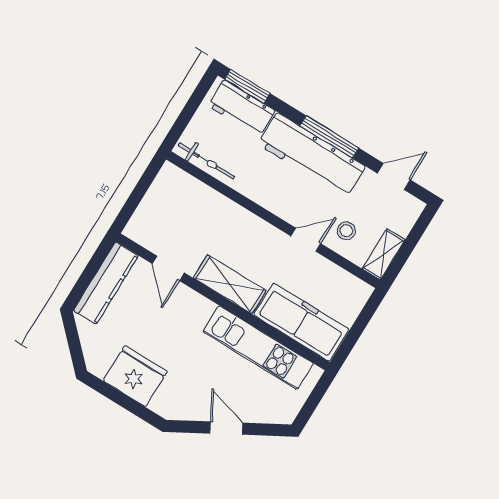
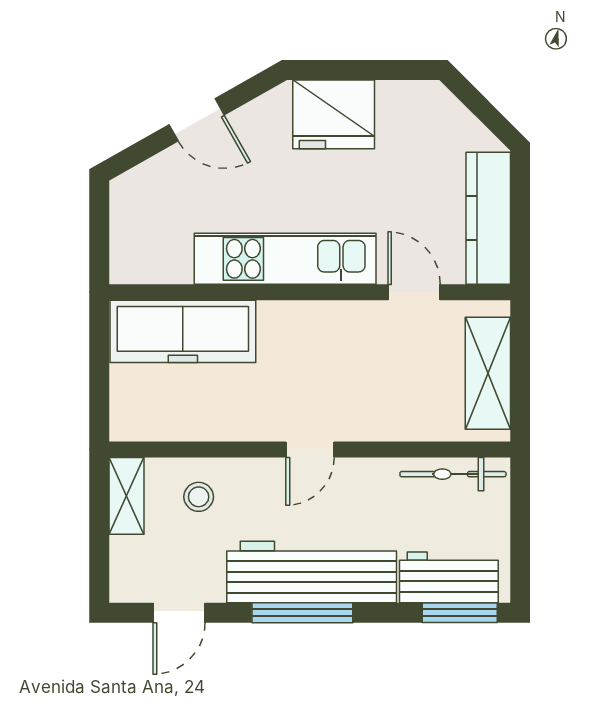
door: (306, 240) -> (310, 450), moved
shelving: (230, 284) -> (488, 373), moved, turned 90
kitchen unit: (258, 348) -> (285, 259), moved
fridge: (135, 376) -> (334, 114), moved

